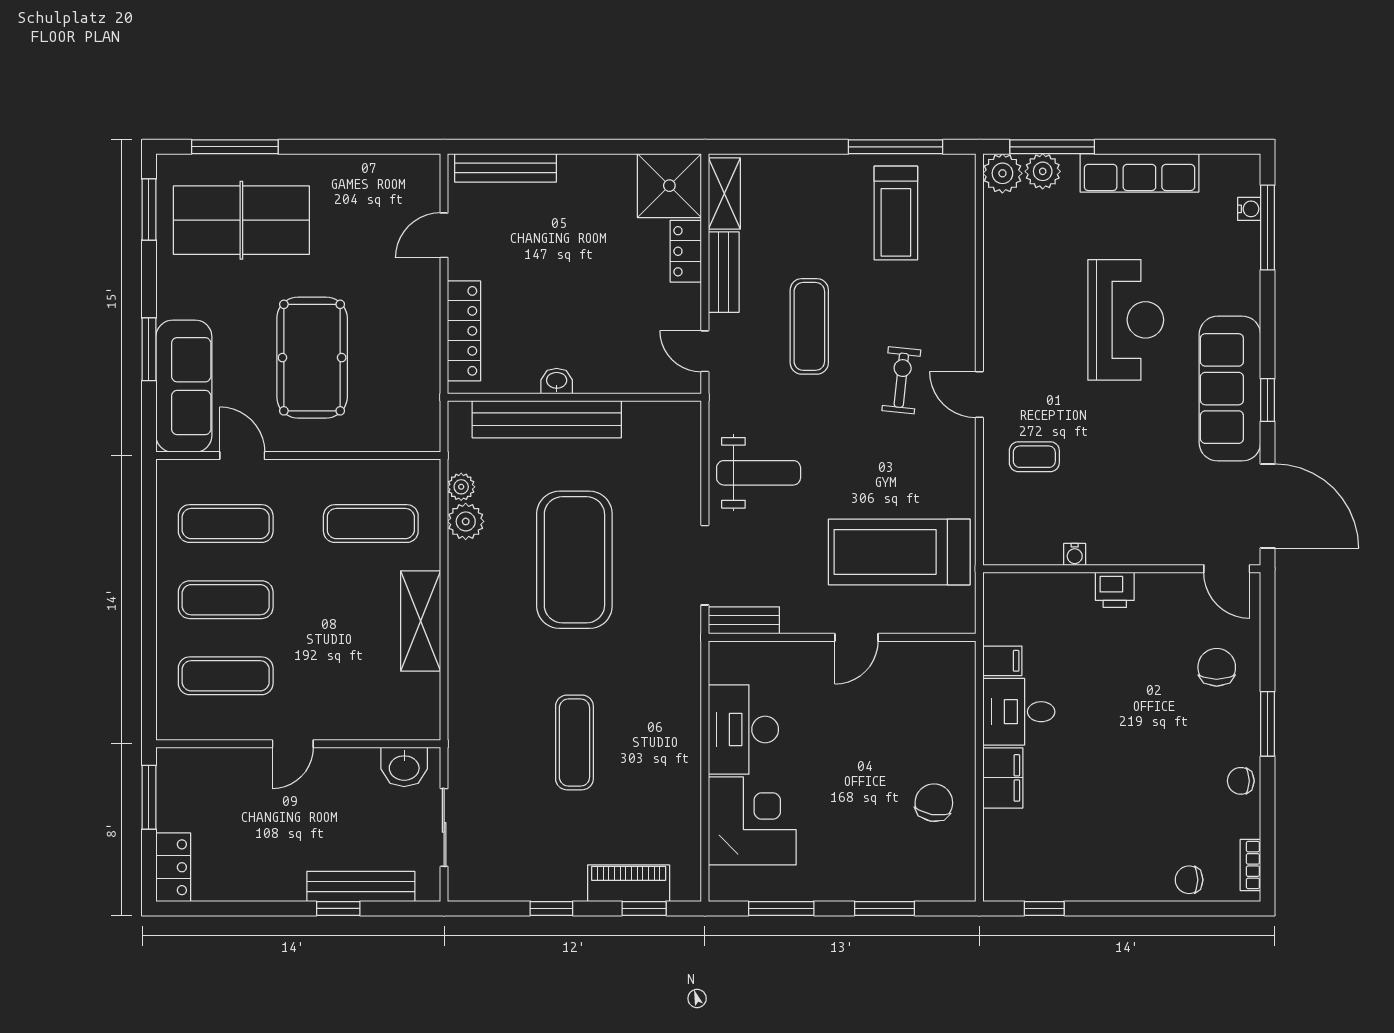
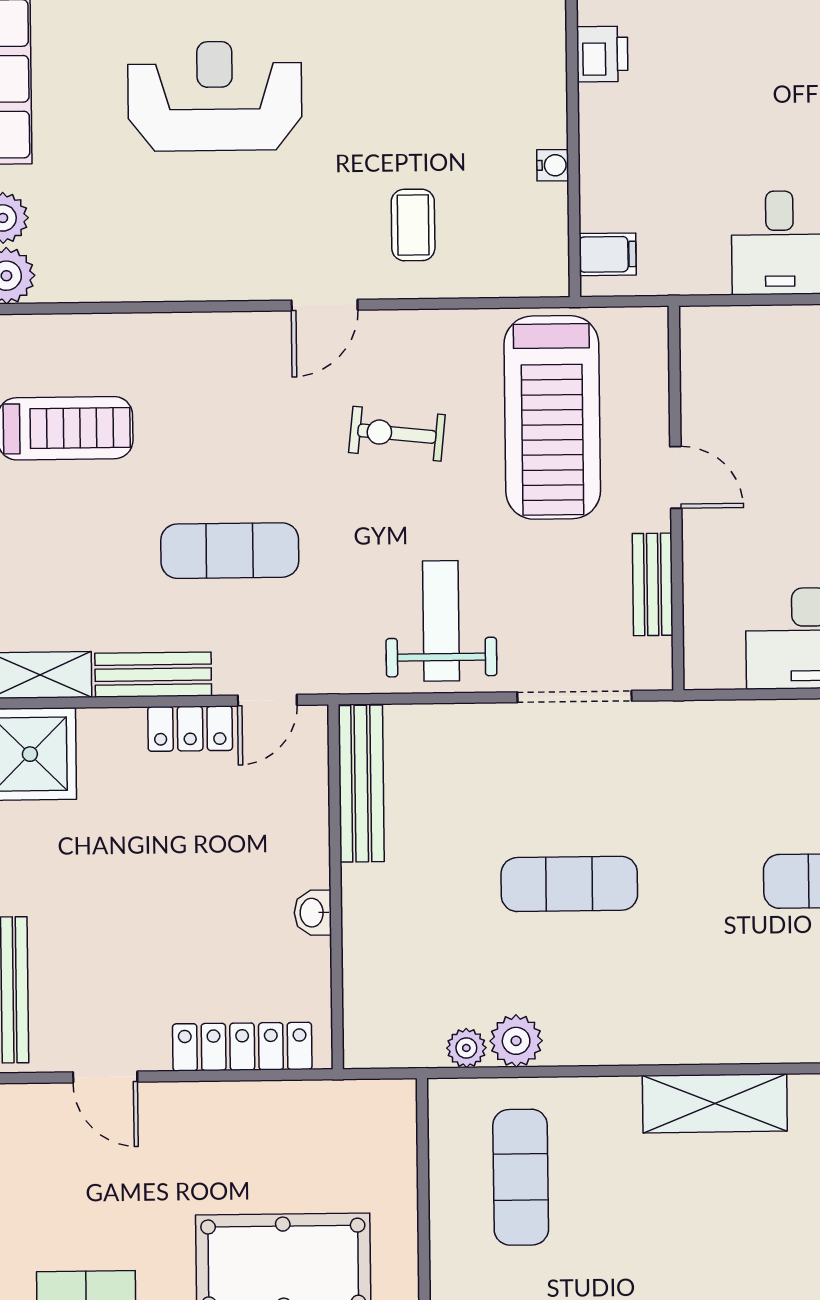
locker: (686, 251) -> (190, 729), moved
exercise bike: (901, 380) -> (397, 434), moved
bench: (547, 419) -> (361, 784), moved, width x0.73, depth x0.82
exercise mat: (574, 560) -> (569, 884), width x0.50, depth x0.69
printer: (1115, 590) -> (602, 54), moved
bench: (744, 620) -> (653, 584), moved
shelving: (421, 621) -> (715, 1103), moved
filing cabinet: (1002, 661) -> (608, 254), moved, turned 90

